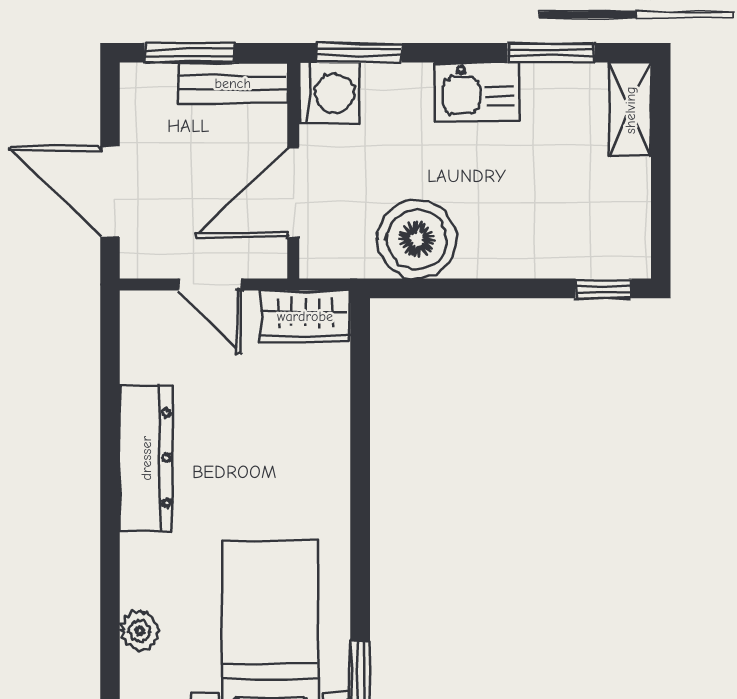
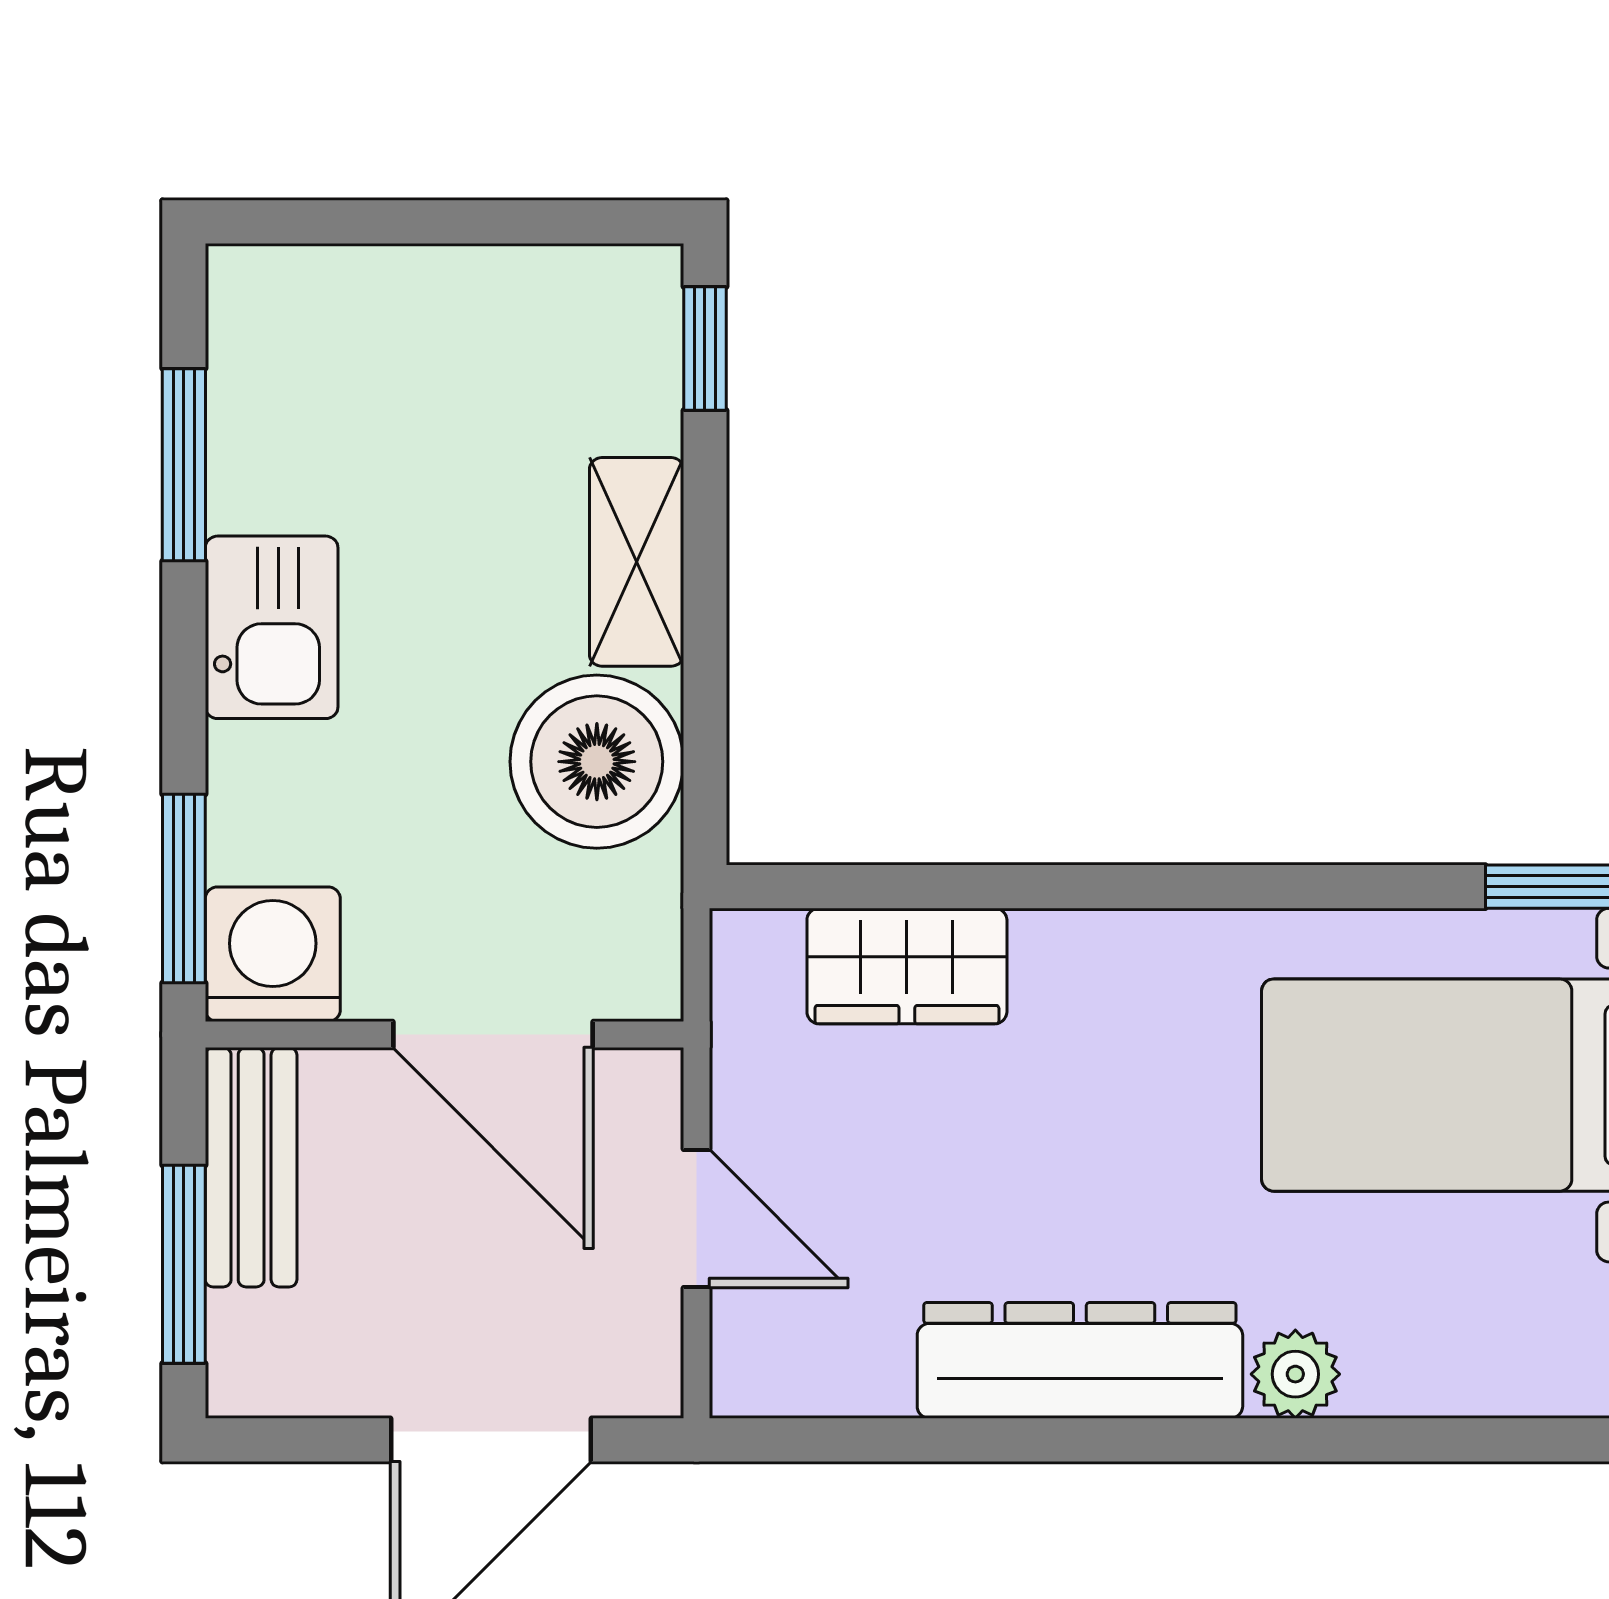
shelving: (630, 110) -> (637, 562), moved, turned 90
door: (210, 284) -> (696, 1218), hinge flipped
wardrobe: (305, 316) -> (907, 966), moved, turned 90
plant: (140, 631) -> (1295, 1374), moved

